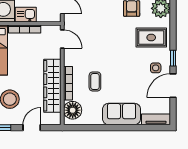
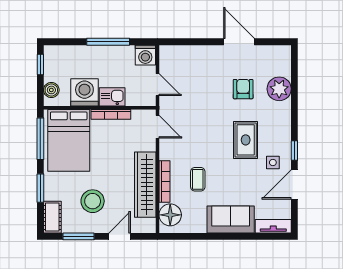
rug: (151, 37) -> (246, 140), moved, turned 90

